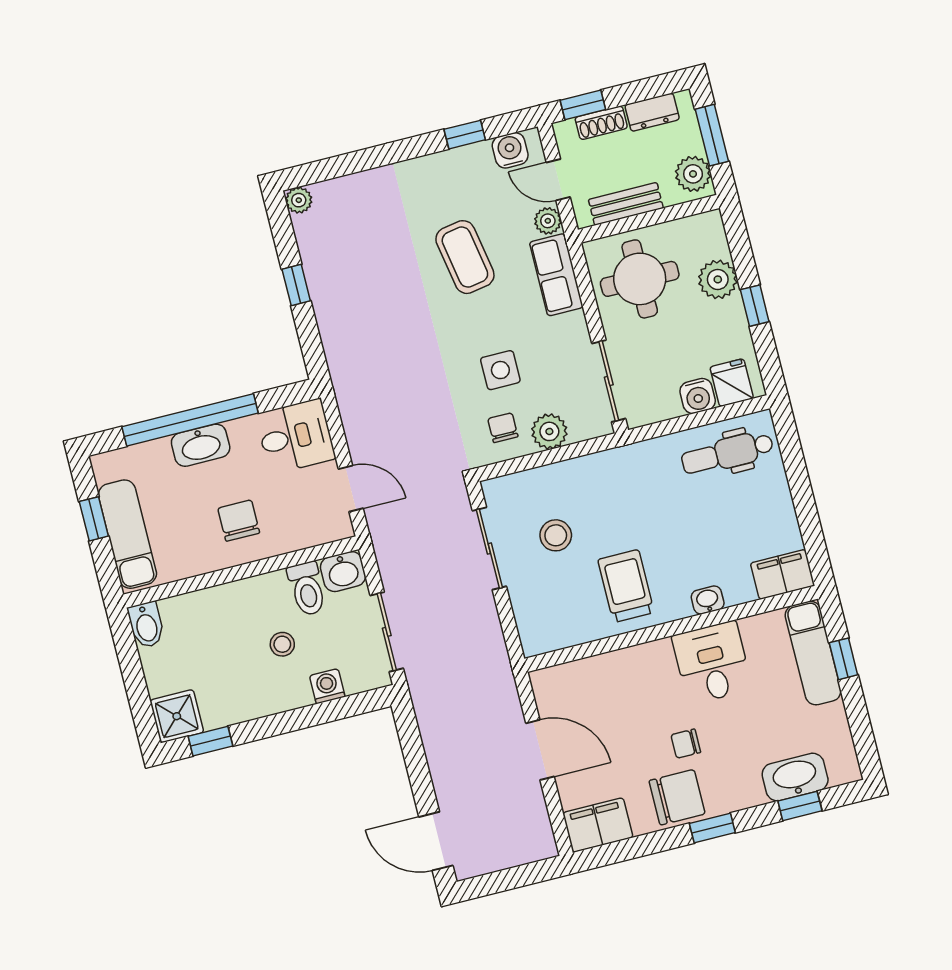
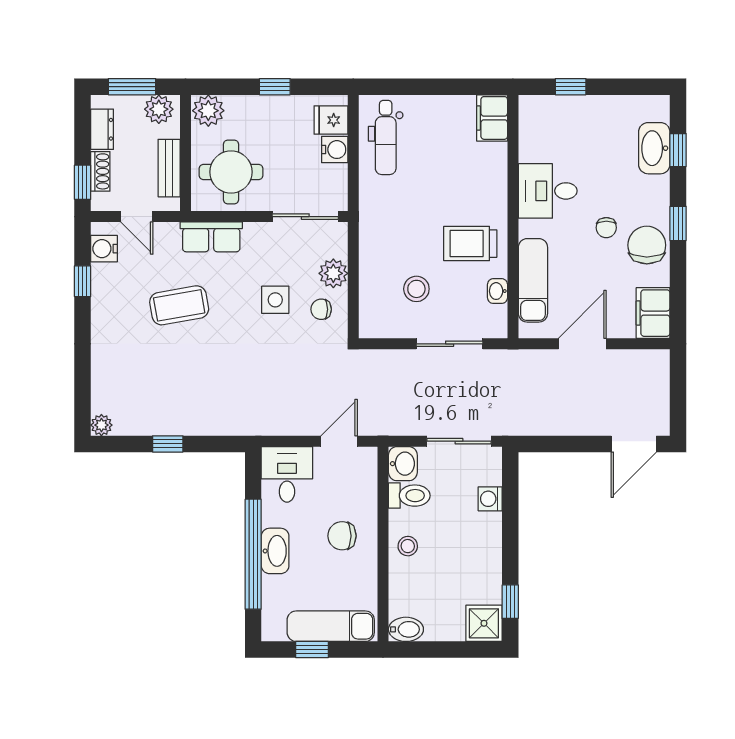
door: (558, 180) -> (137, 217), hinge flipped
plant: (548, 221) -> (167, 233), removed
plant: (718, 279) -> (208, 111), moved
sliding door: (489, 549) -> (450, 344), moved
washbasin: (708, 600) -> (497, 291), moved
stool: (282, 644) -> (408, 546), moved
exam couch: (813, 653) -> (533, 280), moved, turned -90

